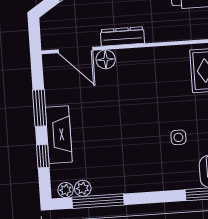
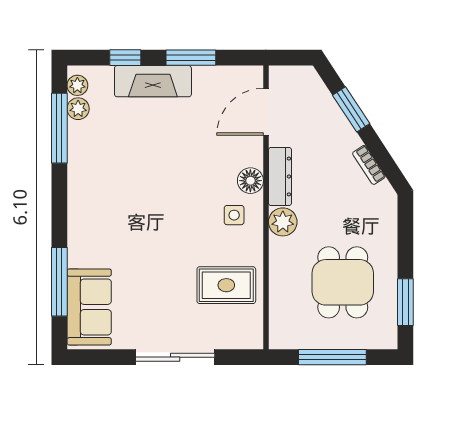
plant: (156, 32) -> (283, 222), added
floor lamp: (106, 59) -> (250, 181), moved
side table: (178, 137) -> (234, 215), moved

